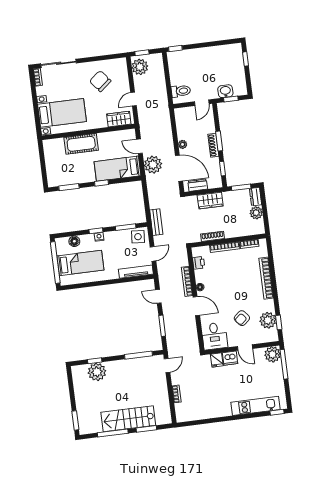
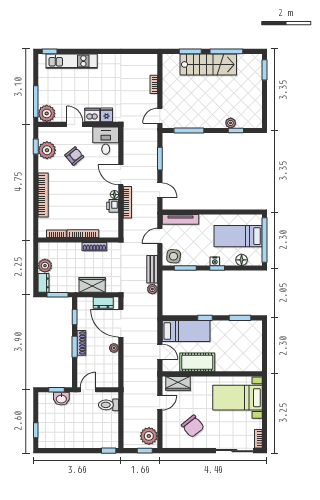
cot: (81, 144) -> (197, 362), moved
plant: (153, 165) -> (152, 289), moved, width x0.53, depth x0.53
printer: (199, 263) -> (113, 206), moved
plant: (97, 372) -> (231, 123), width x0.53, depth x0.53

